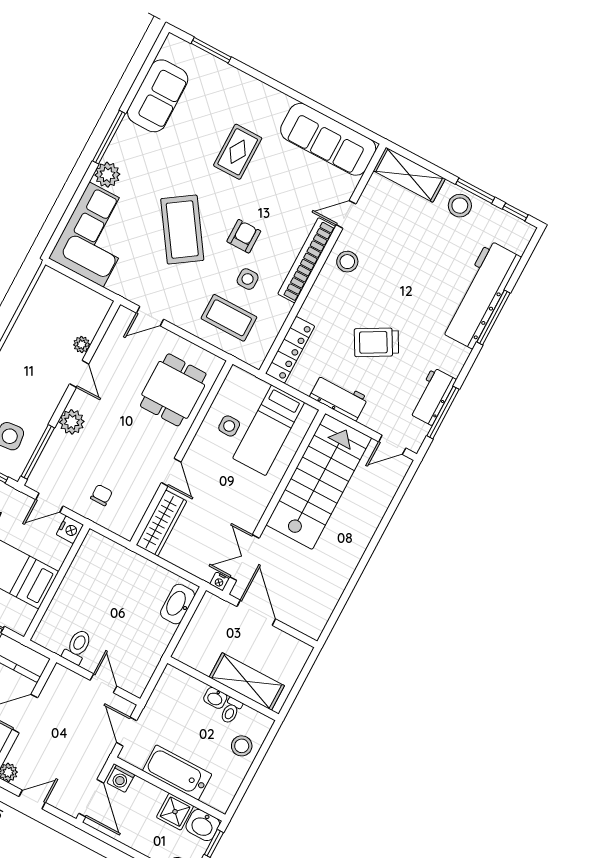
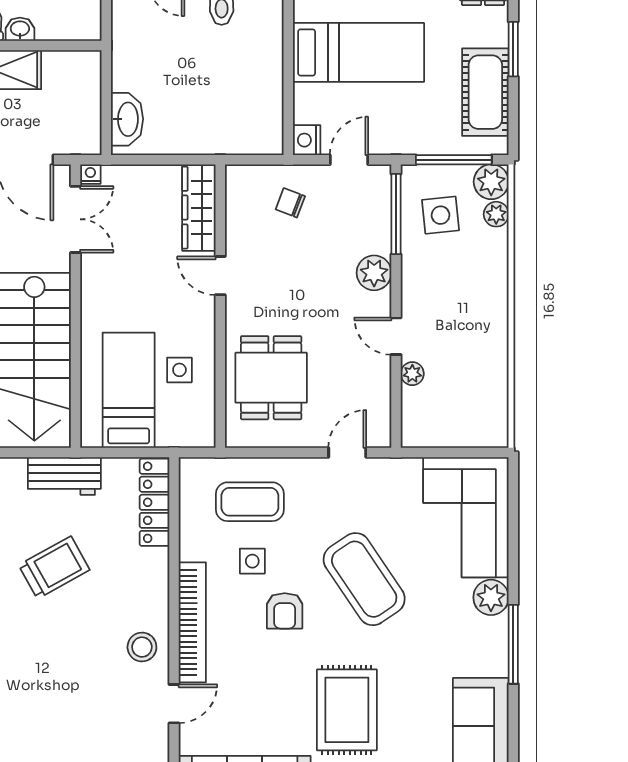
rug: (238, 152) -> (347, 710), width x1.36, depth x1.43
chair: (102, 495) -> (290, 203), turned 111

